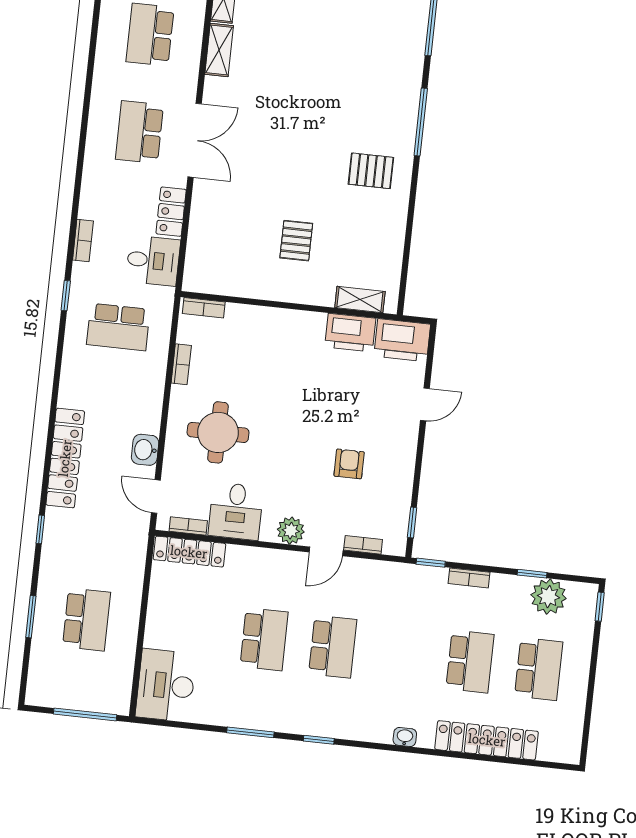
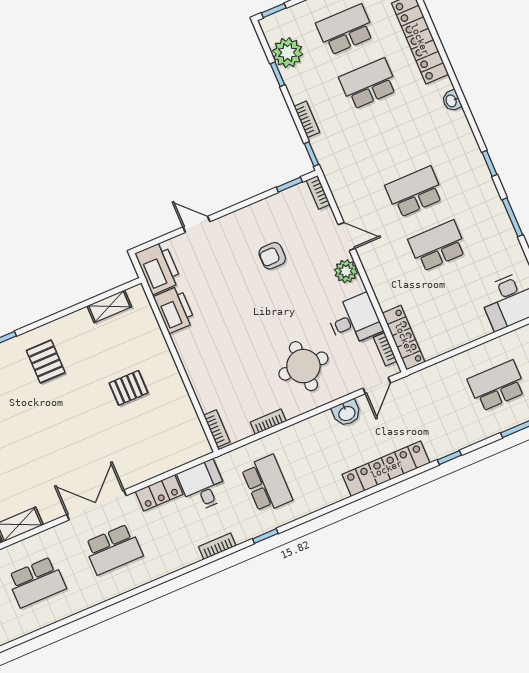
shelving: (360, 300) -> (109, 306), moved, turned 90
bookcase: (363, 545) -> (318, 192), moved

